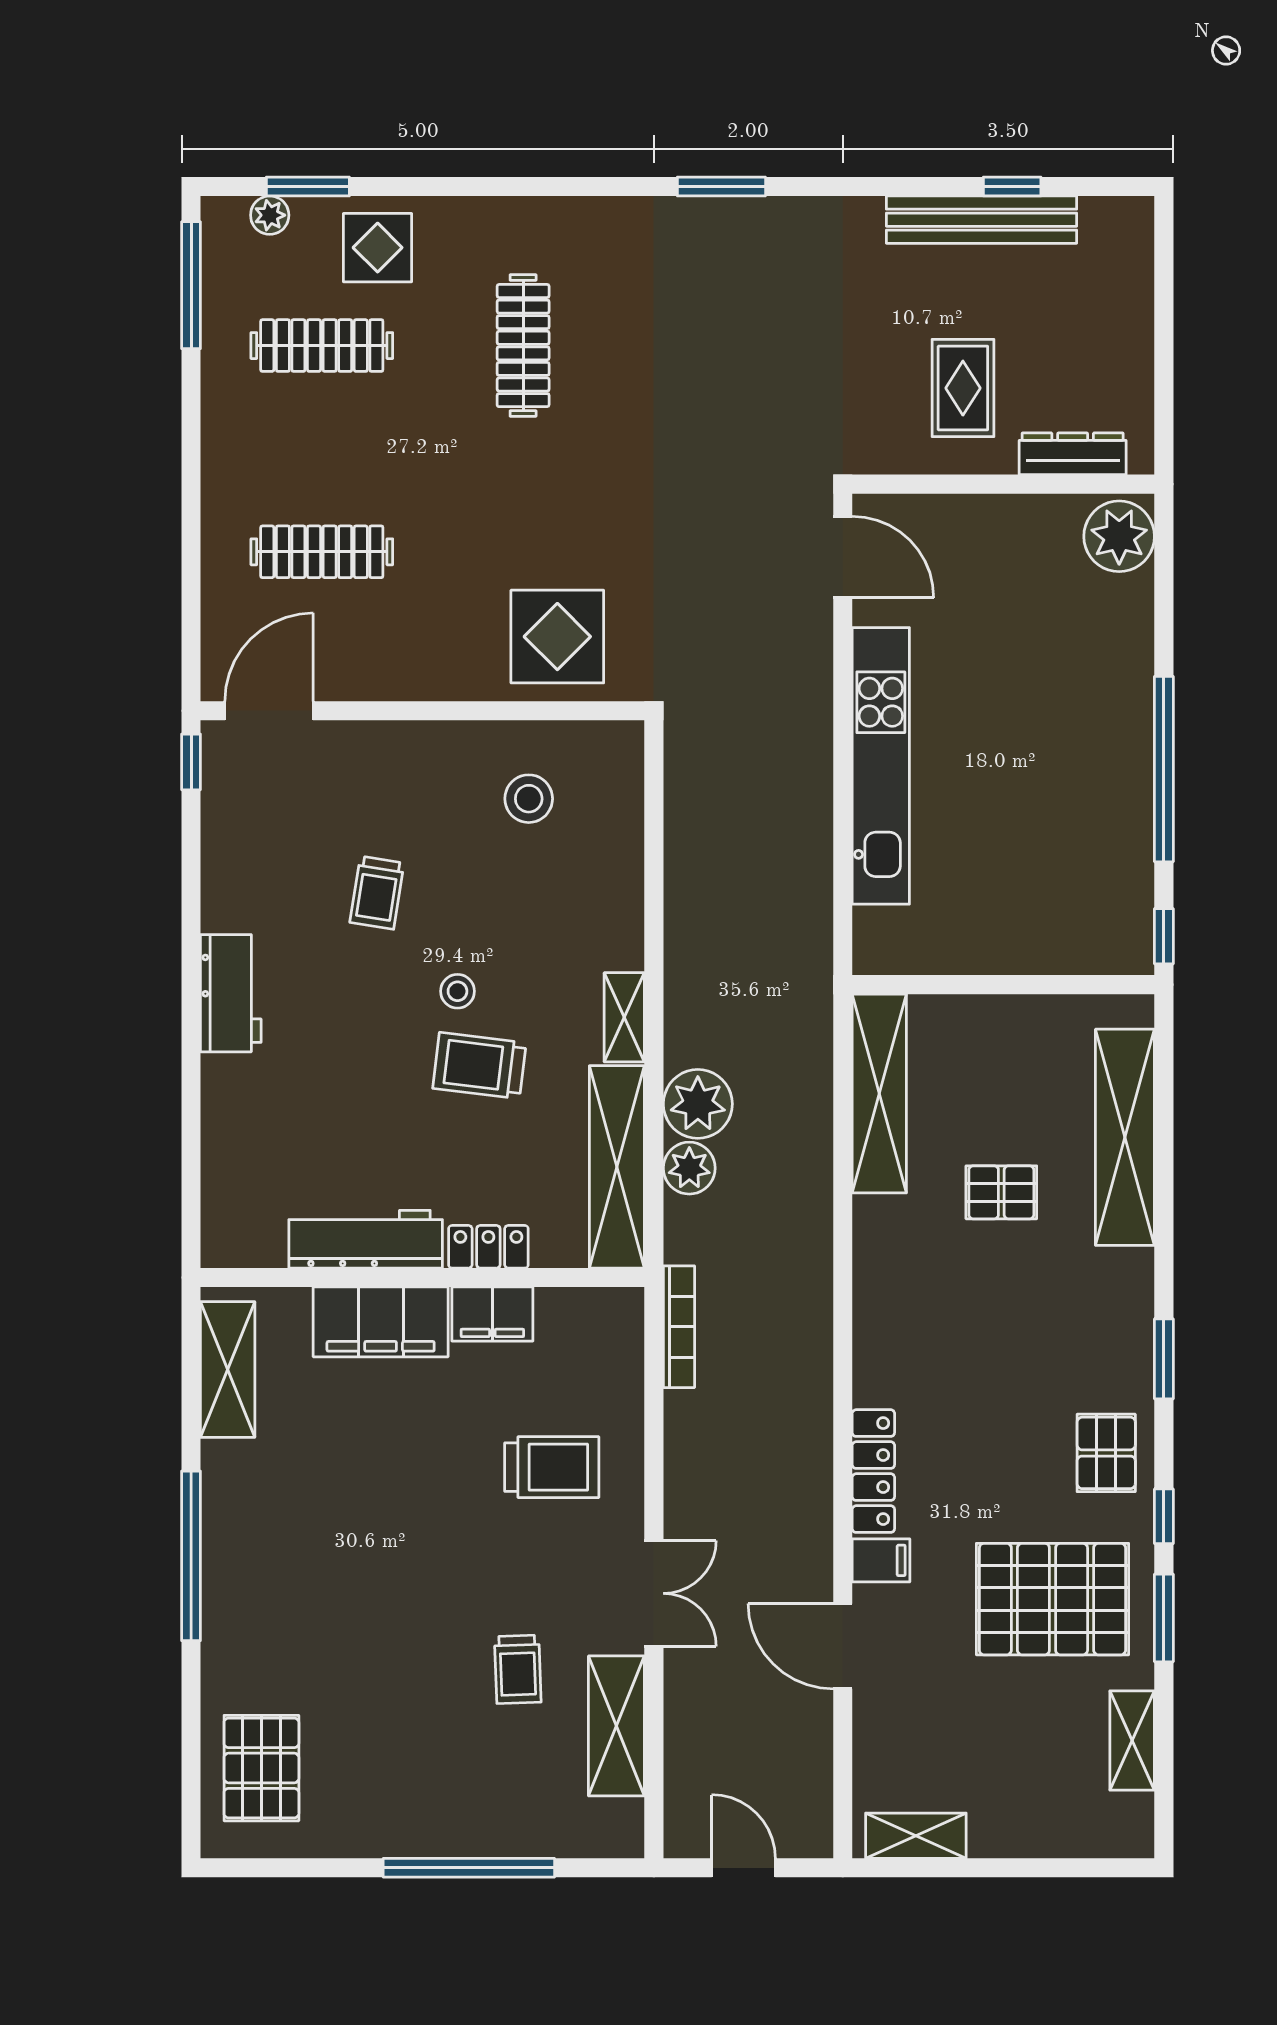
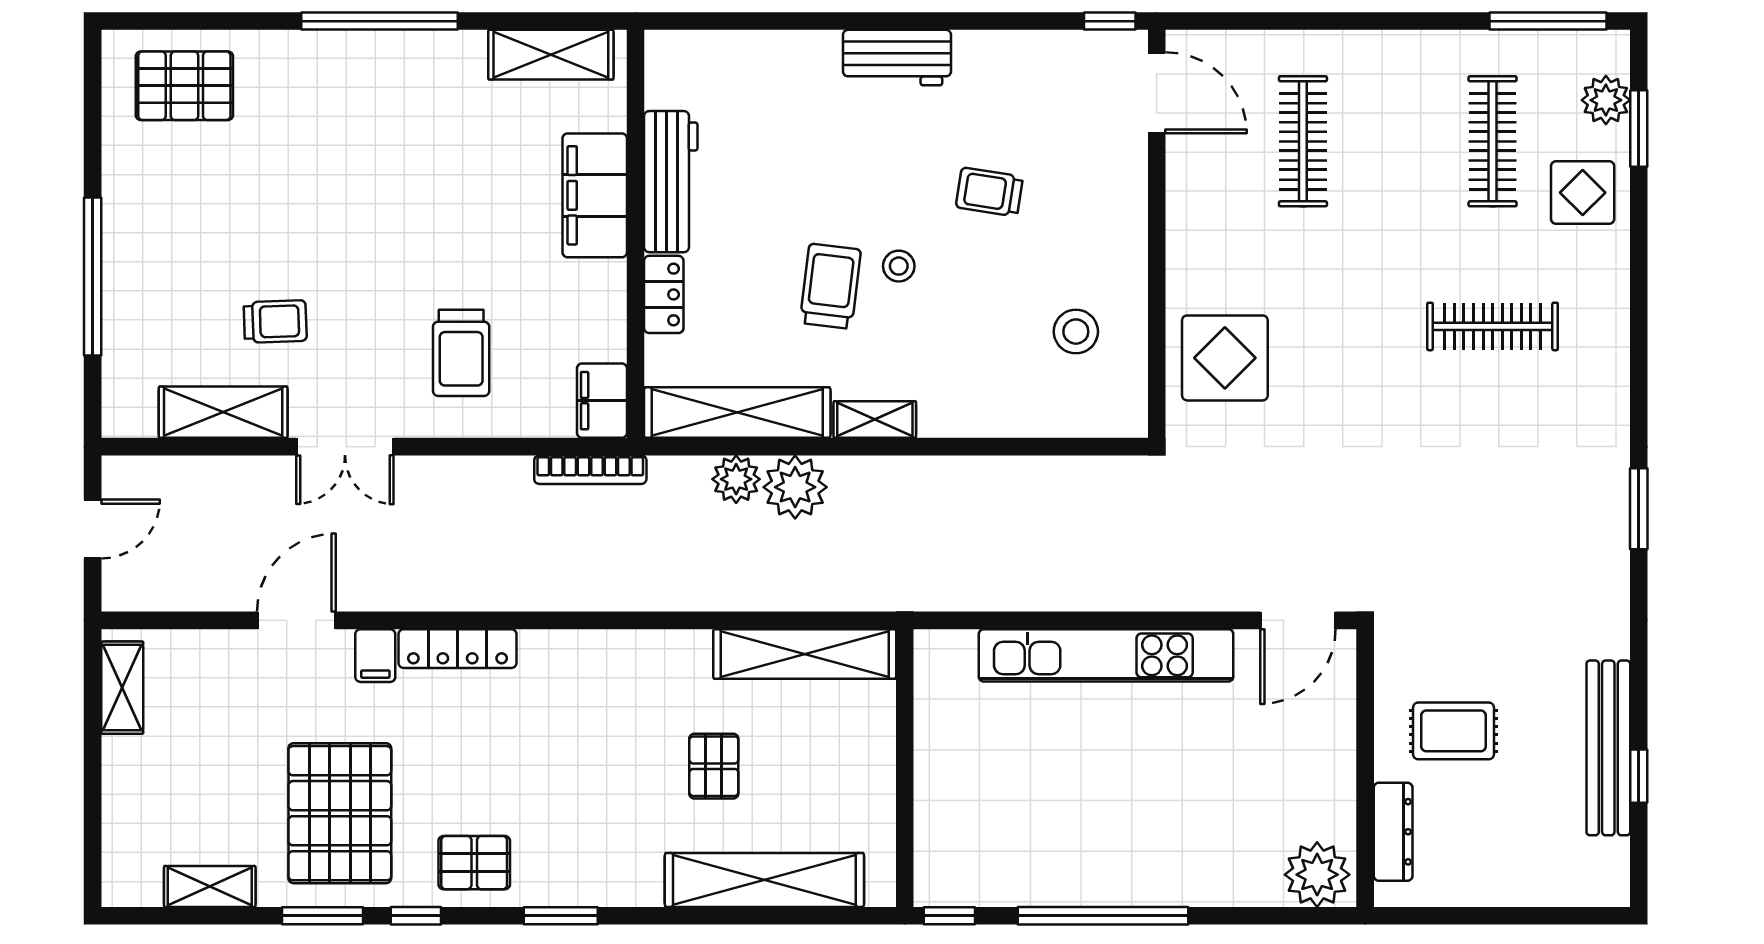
plant: (270, 215) -> (1606, 100), width x1.38, depth x1.38
filing cabinet: (492, 1314) -> (602, 401), moved
trolley: (518, 1669) -> (275, 322), turned 180

